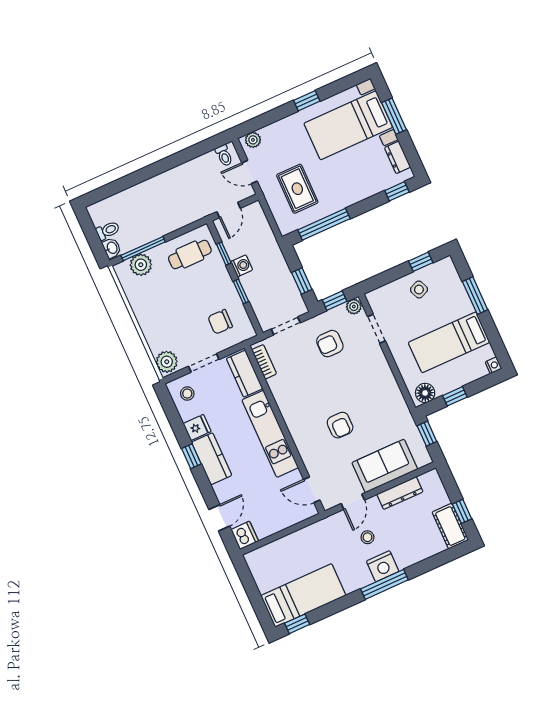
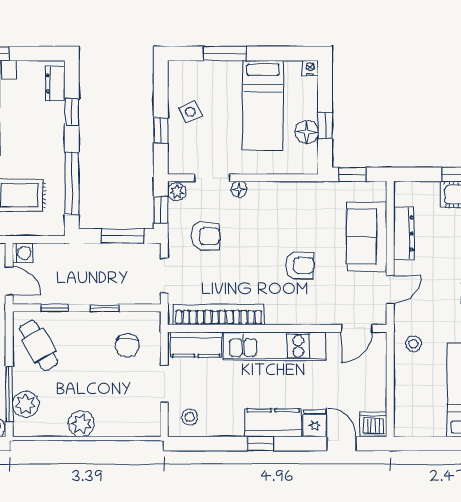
dresser: (398, 157) -> (55, 83), moved, turned 90
window: (397, 191) -> (72, 112), moved
cafe table: (190, 254) -> (39, 345), turned -30
window: (421, 262) -> (161, 130), moved
washing machine: (242, 266) -> (23, 253), moved, turned 90
window: (302, 281) -> (123, 236), width x1.50
armchair: (330, 344) -> (205, 236), turned -90
floor lamp: (377, 353) -> (239, 189), added
plant: (167, 362) -> (81, 424), moved
bookcase: (264, 362) -> (219, 315), width x2.31, depth x1.31
floor lamp: (425, 393) -> (307, 132), moved
fridge: (197, 427) -> (315, 423), moved
door: (353, 502) -> (390, 289), hinge flipped
stool: (367, 537) -> (413, 344), moved

